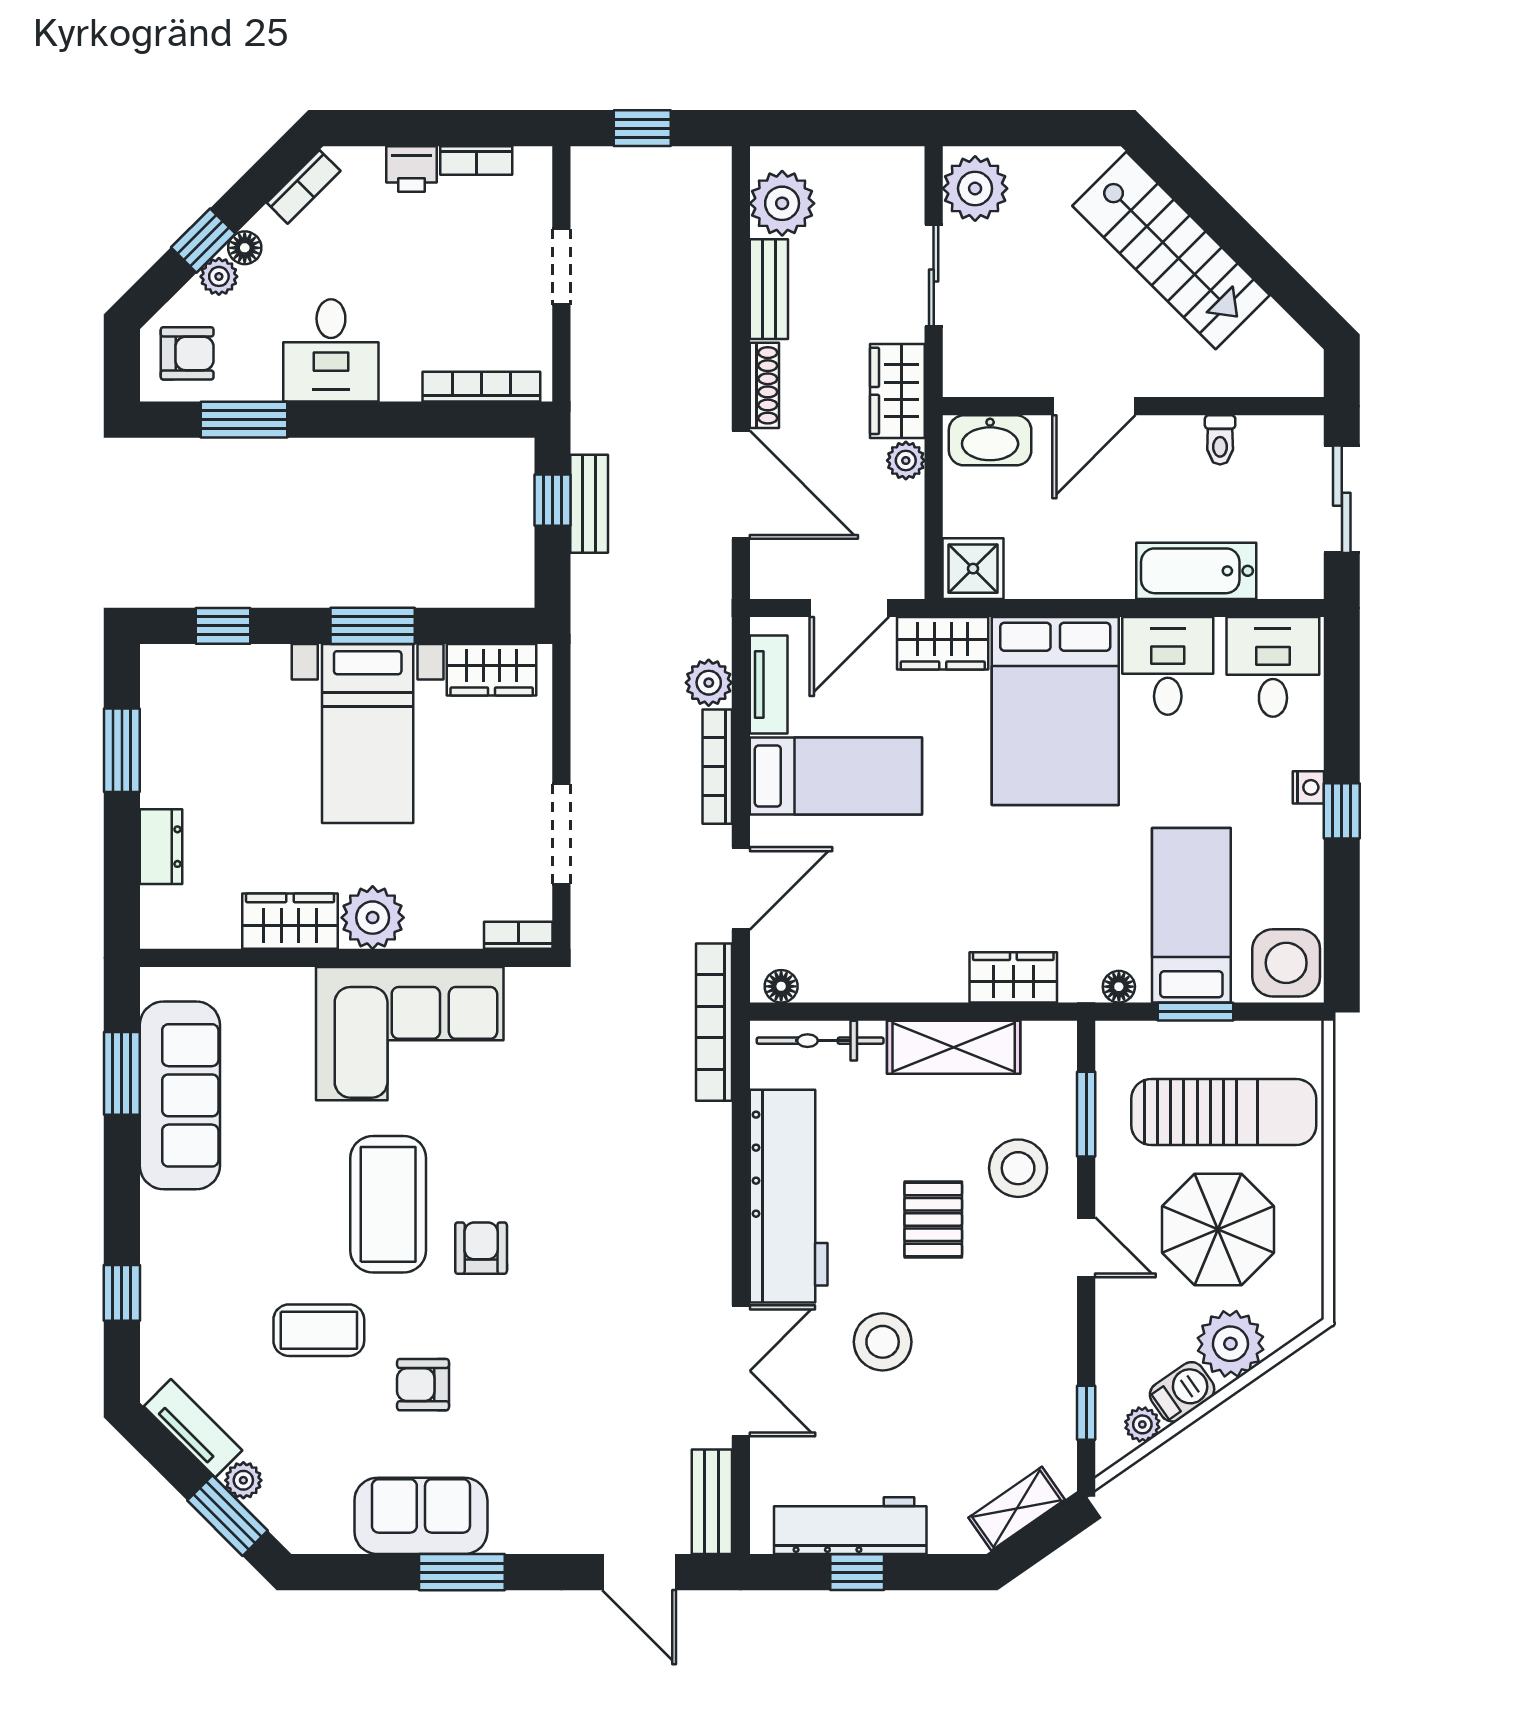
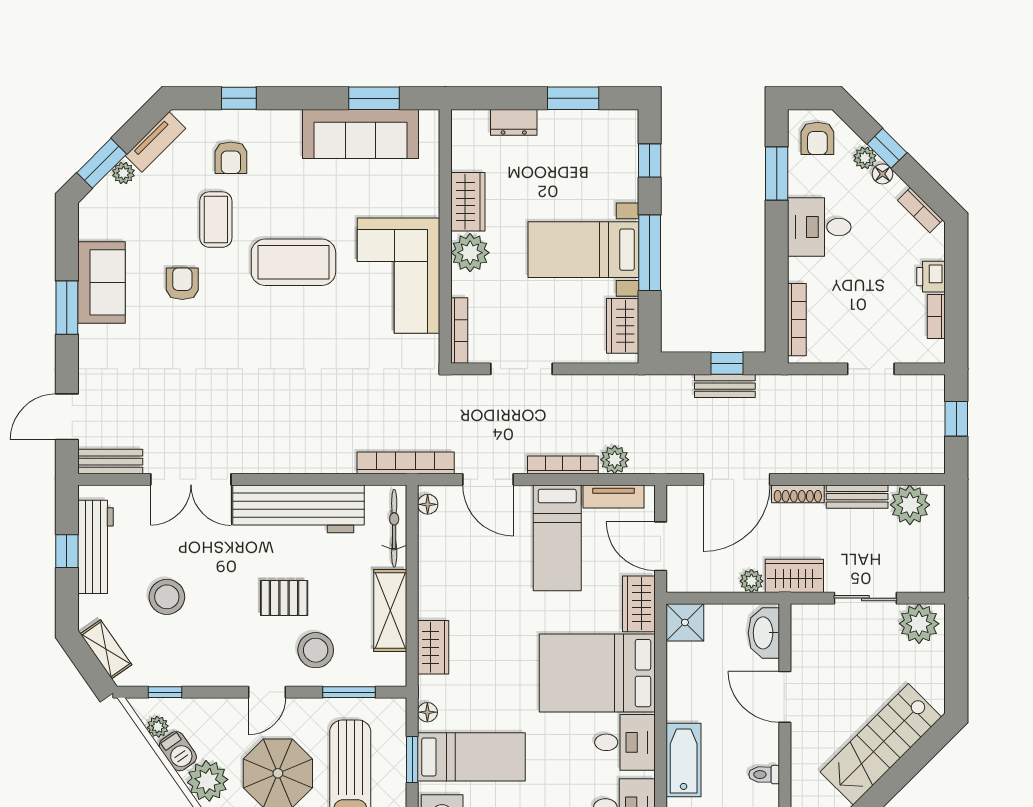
window: (373, 626) -> (650, 253), width x1.44
bookcase: (518, 935) -> (459, 331), width x1.56
armchair: (481, 1248) -> (231, 158), moved, turned 90
stool: (883, 1342) -> (167, 597), moved

